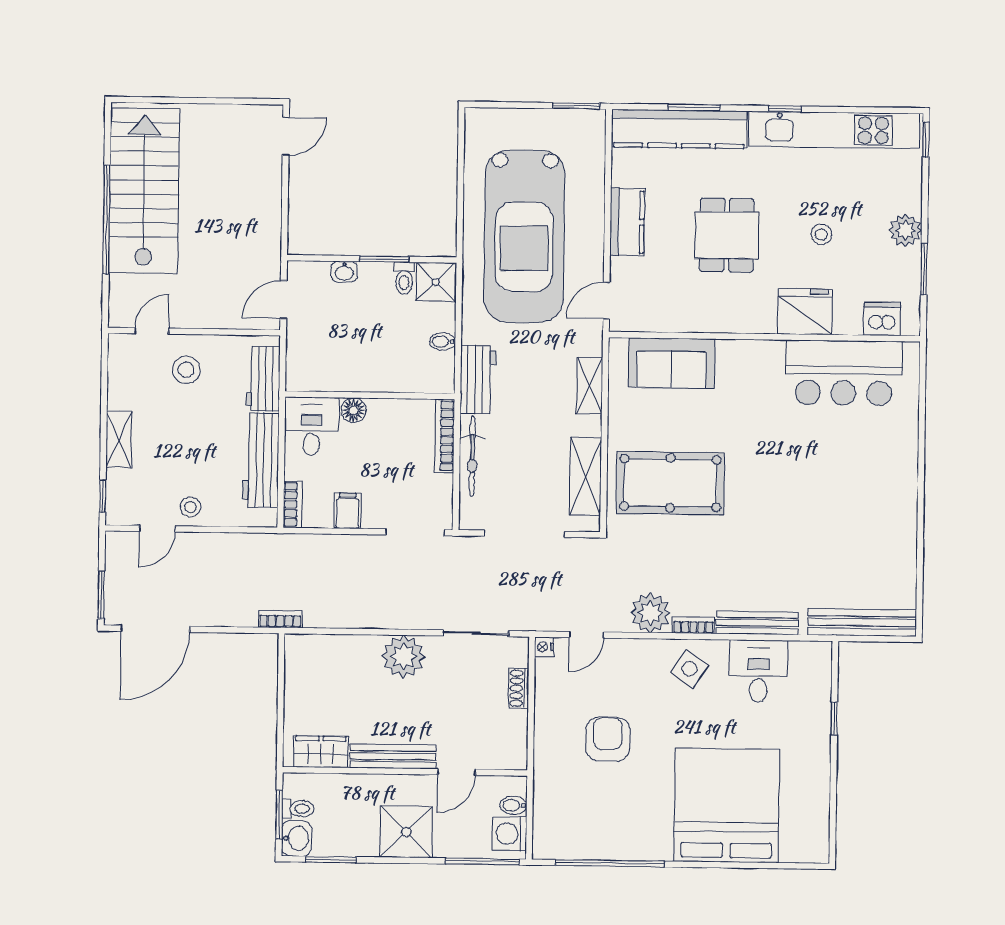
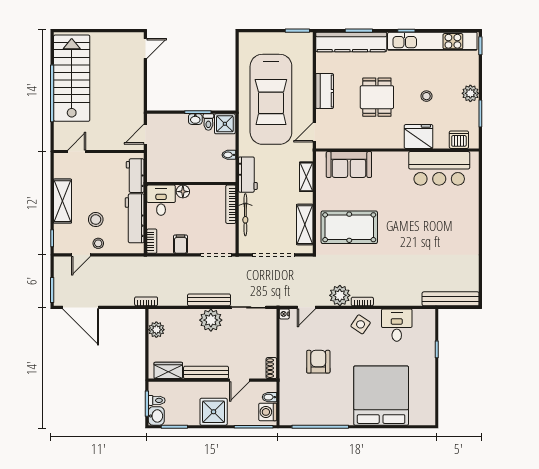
washbasin: (344, 272) -> (195, 119), moved
stool: (186, 370) -> (96, 220), moved
shelving: (119, 439) -> (63, 201), width x1.50, depth x1.33
bench: (757, 623) -> (209, 300), moved
door: (155, 629) -> (81, 307), hinge flipped
plant: (299, 673) -> (156, 330), added
shoe rack: (519, 688) -> (271, 368), moved

